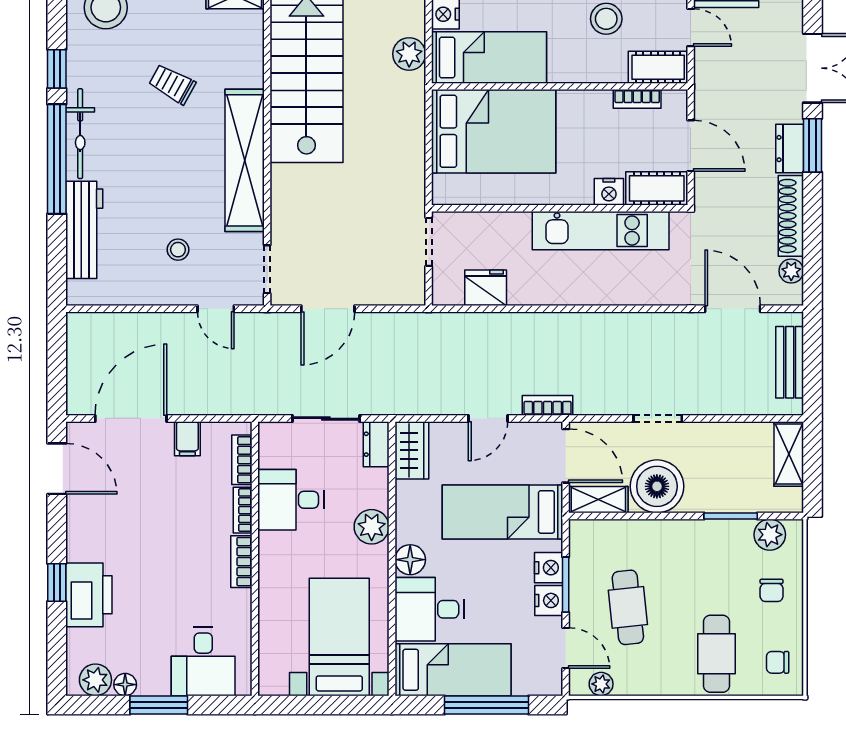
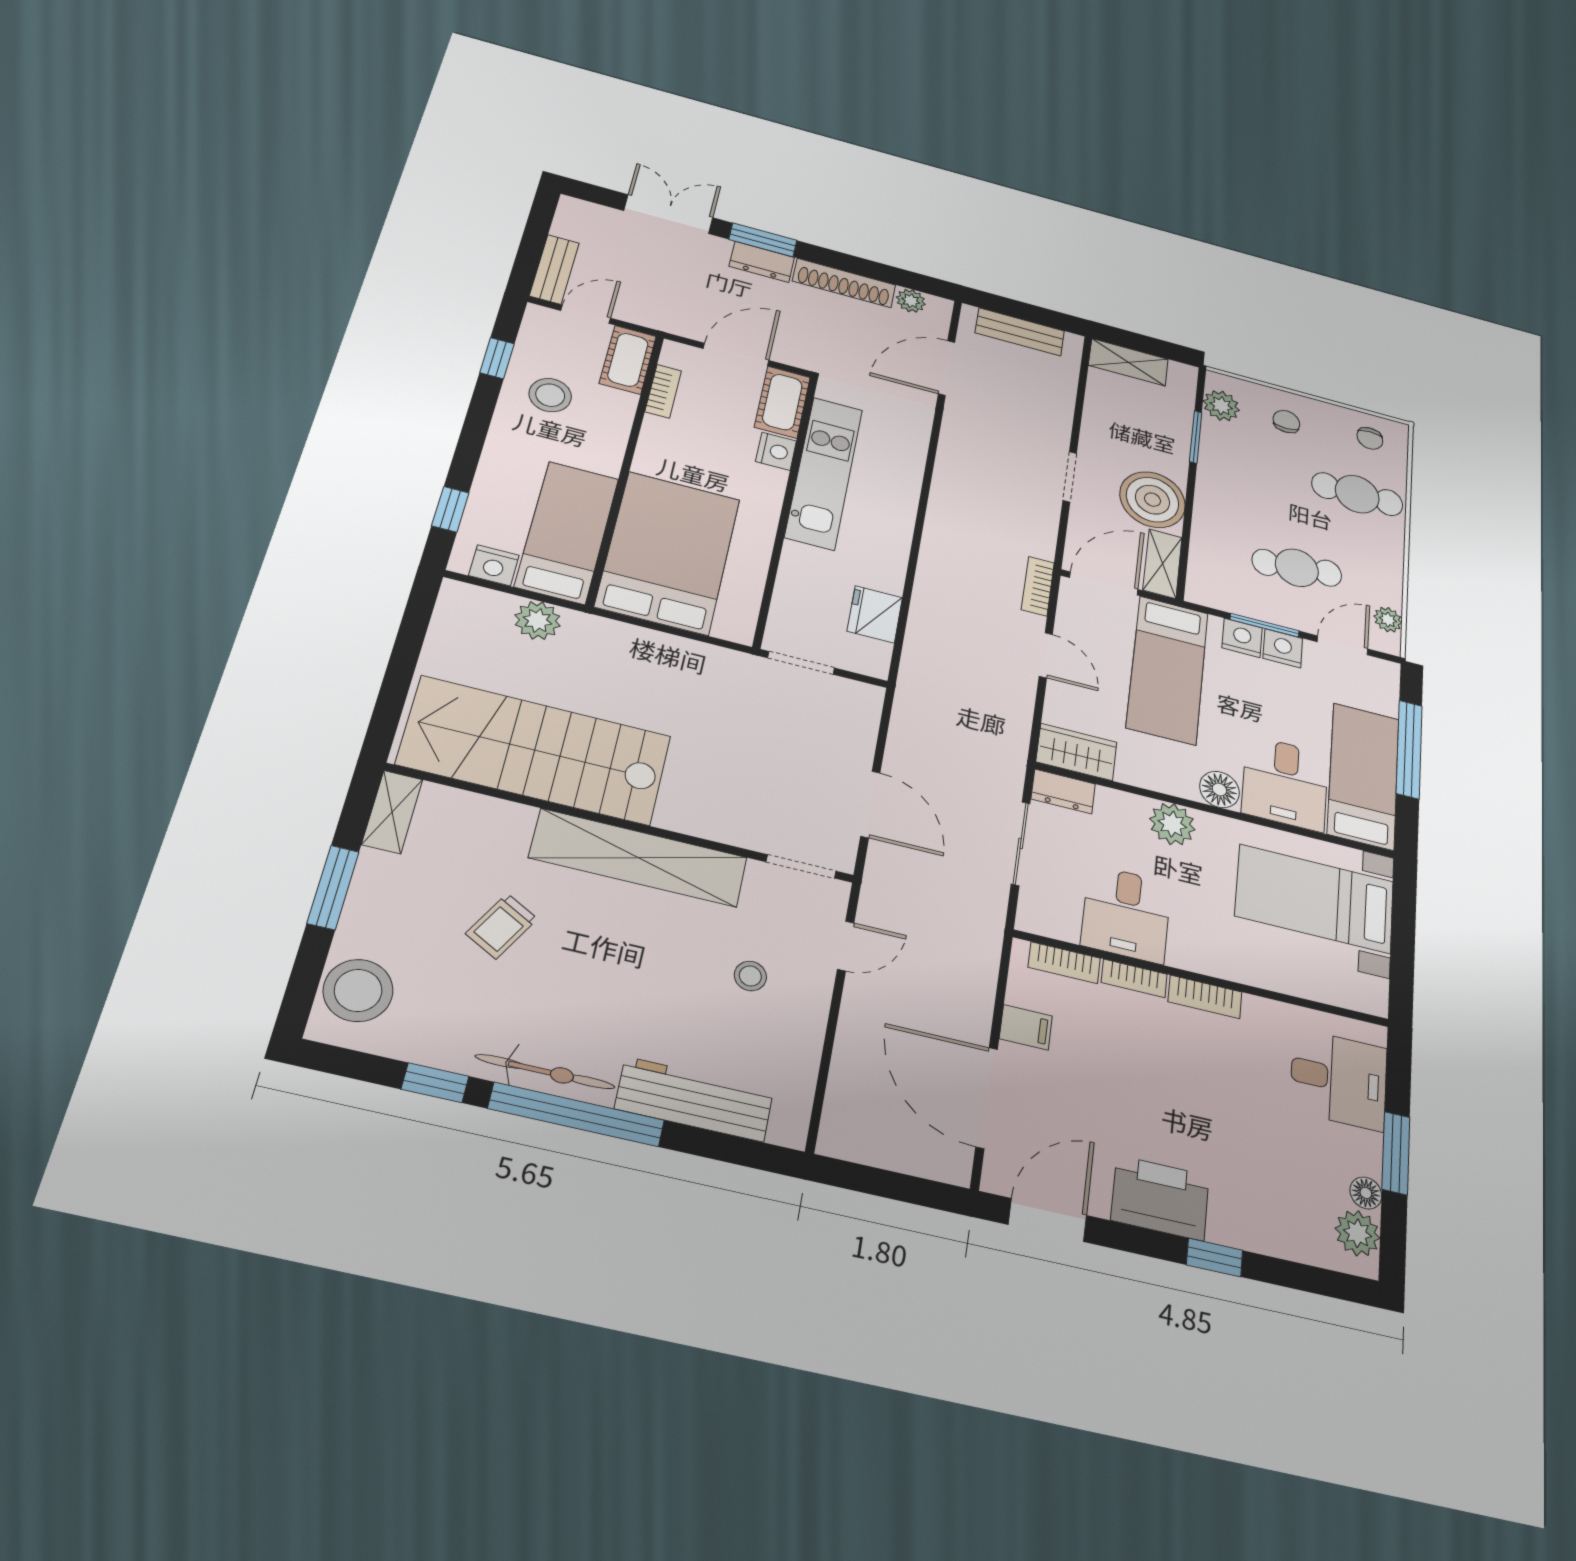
chair: (772, 590) -> (1286, 422), turned -90
printer: (89, 595) -> (1160, 1198), moved

